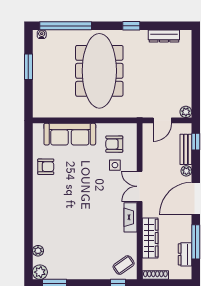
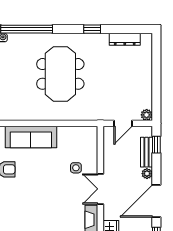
meeting table: (99, 71) -> (60, 74), width x0.73
armchair: (114, 144) -> (75, 147), removed

